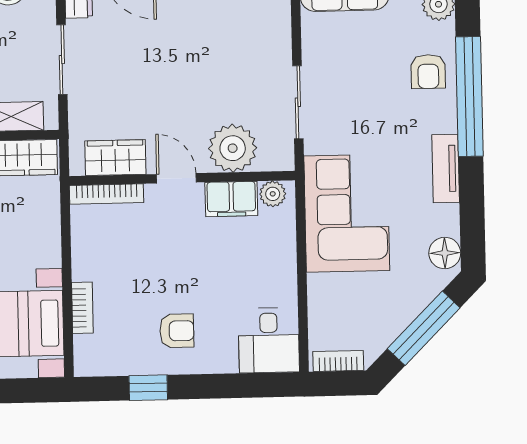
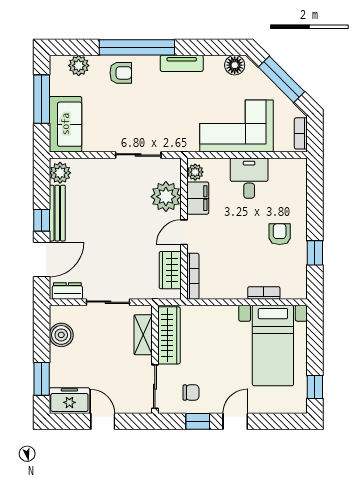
corner sofa: (347, 213) -> (237, 126), moved
desk: (269, 340) -> (249, 178), moved, turned -90

